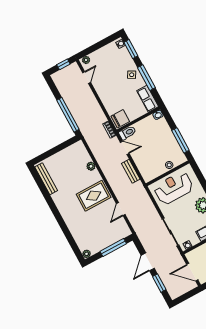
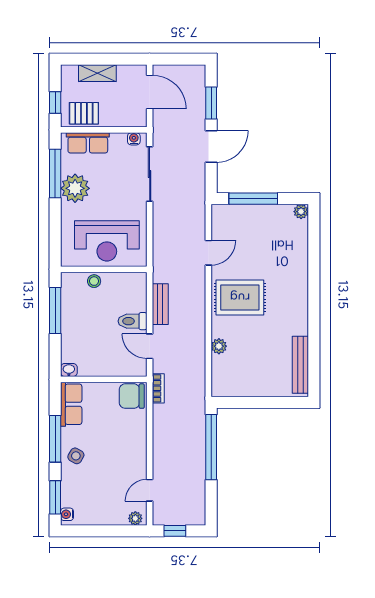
toilet: (127, 133) -> (133, 321), moved

